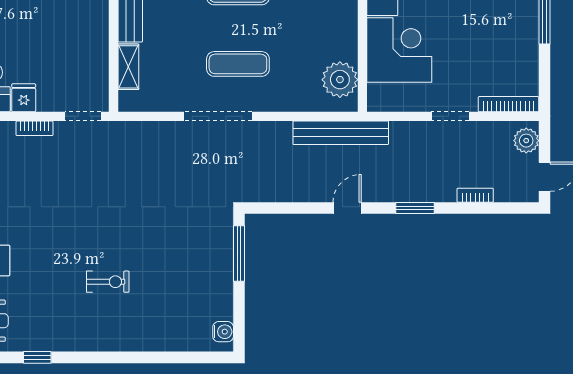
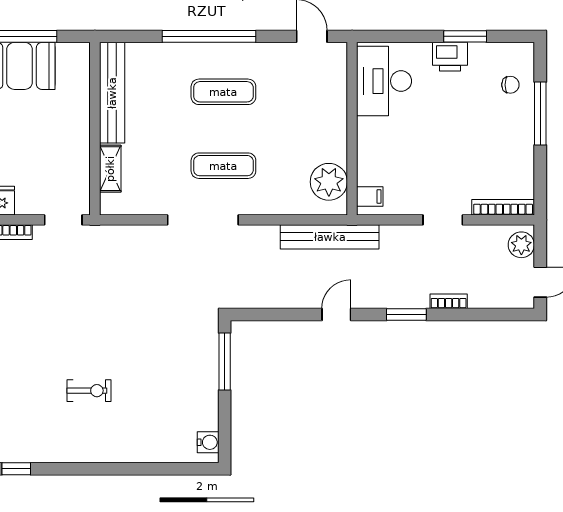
corner desk: (399, 50) -> (390, 151), removed
filing cabinet: (380, 94) -> (370, 196), added
bookcase: (475, 195) -> (449, 301), moved

